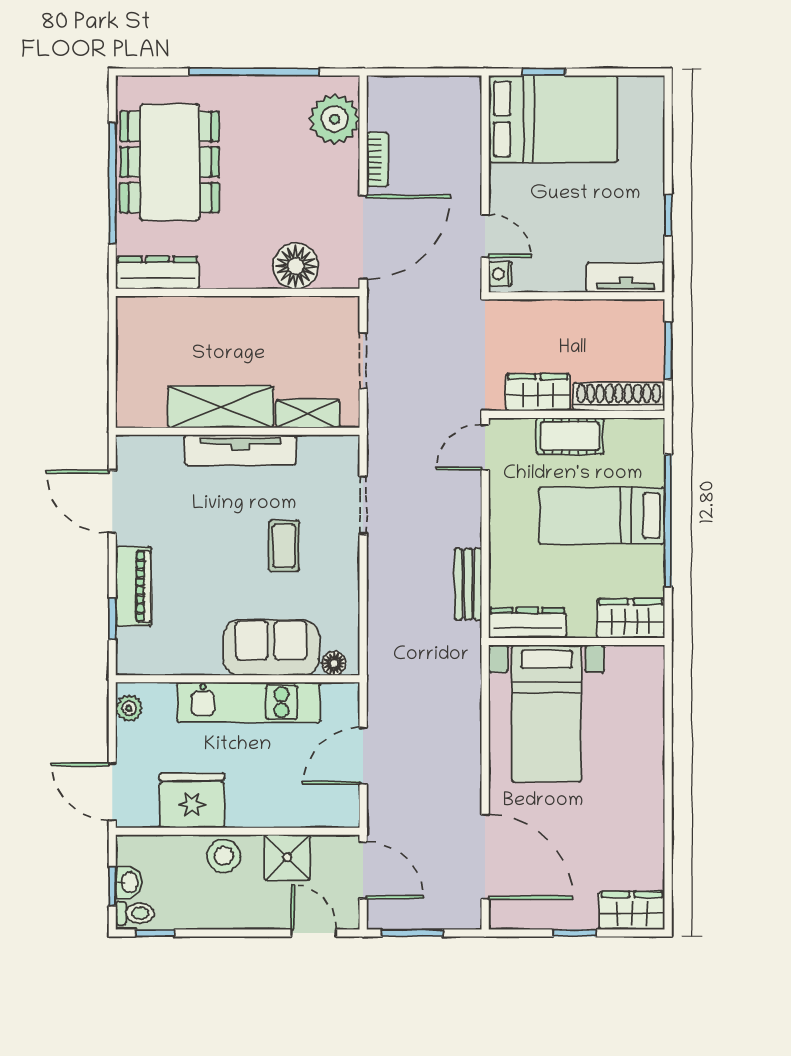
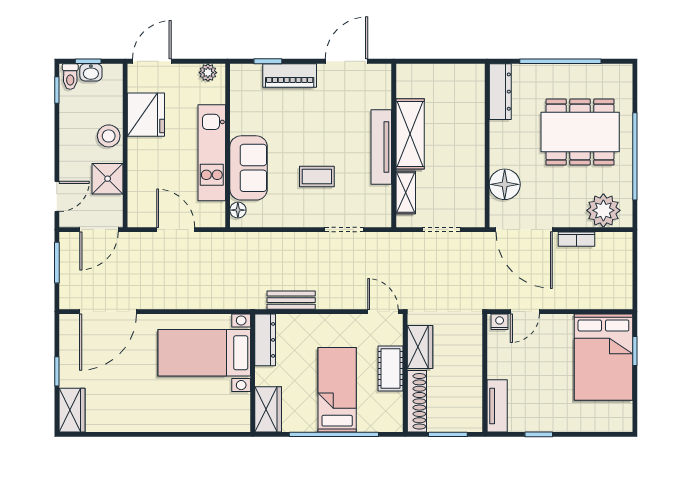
dining table: (170, 162) -> (580, 132), moved

